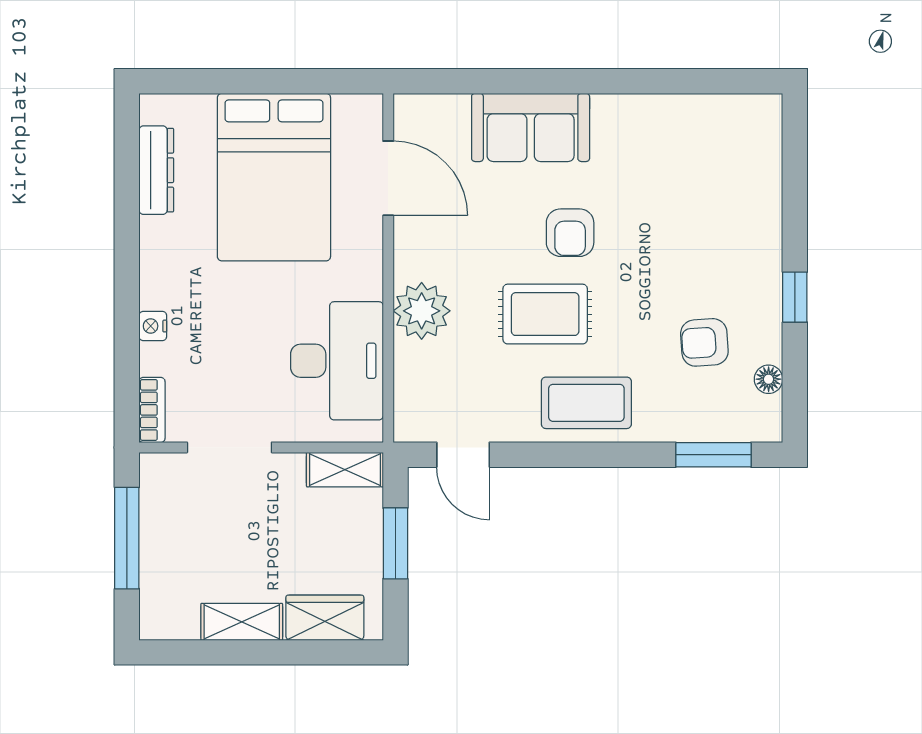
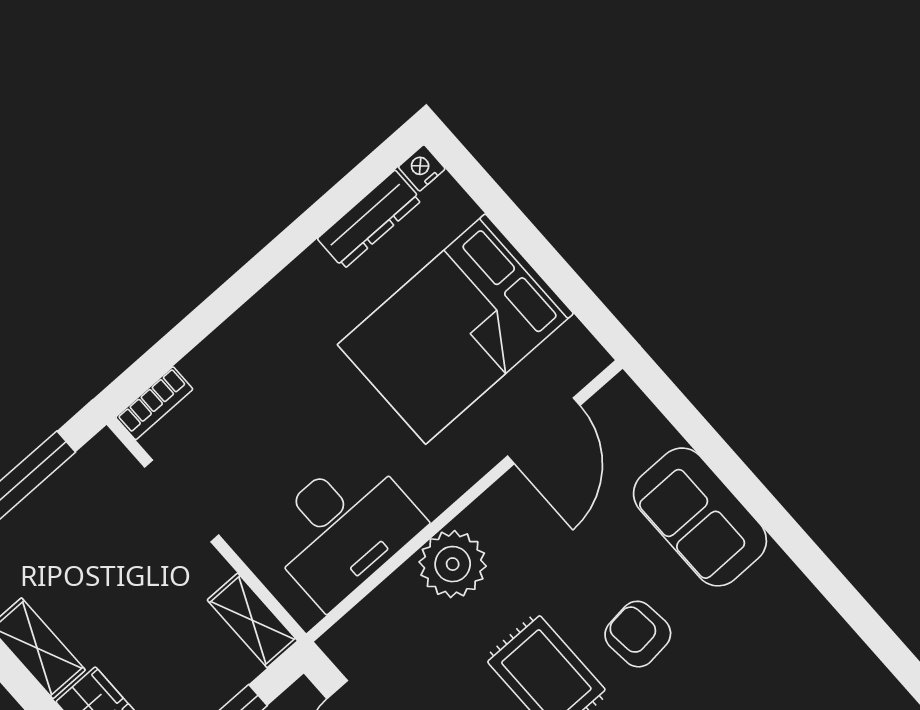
armchair: (570, 233) -> (638, 634), turned 84
nightstand: (153, 326) -> (422, 168), moved

